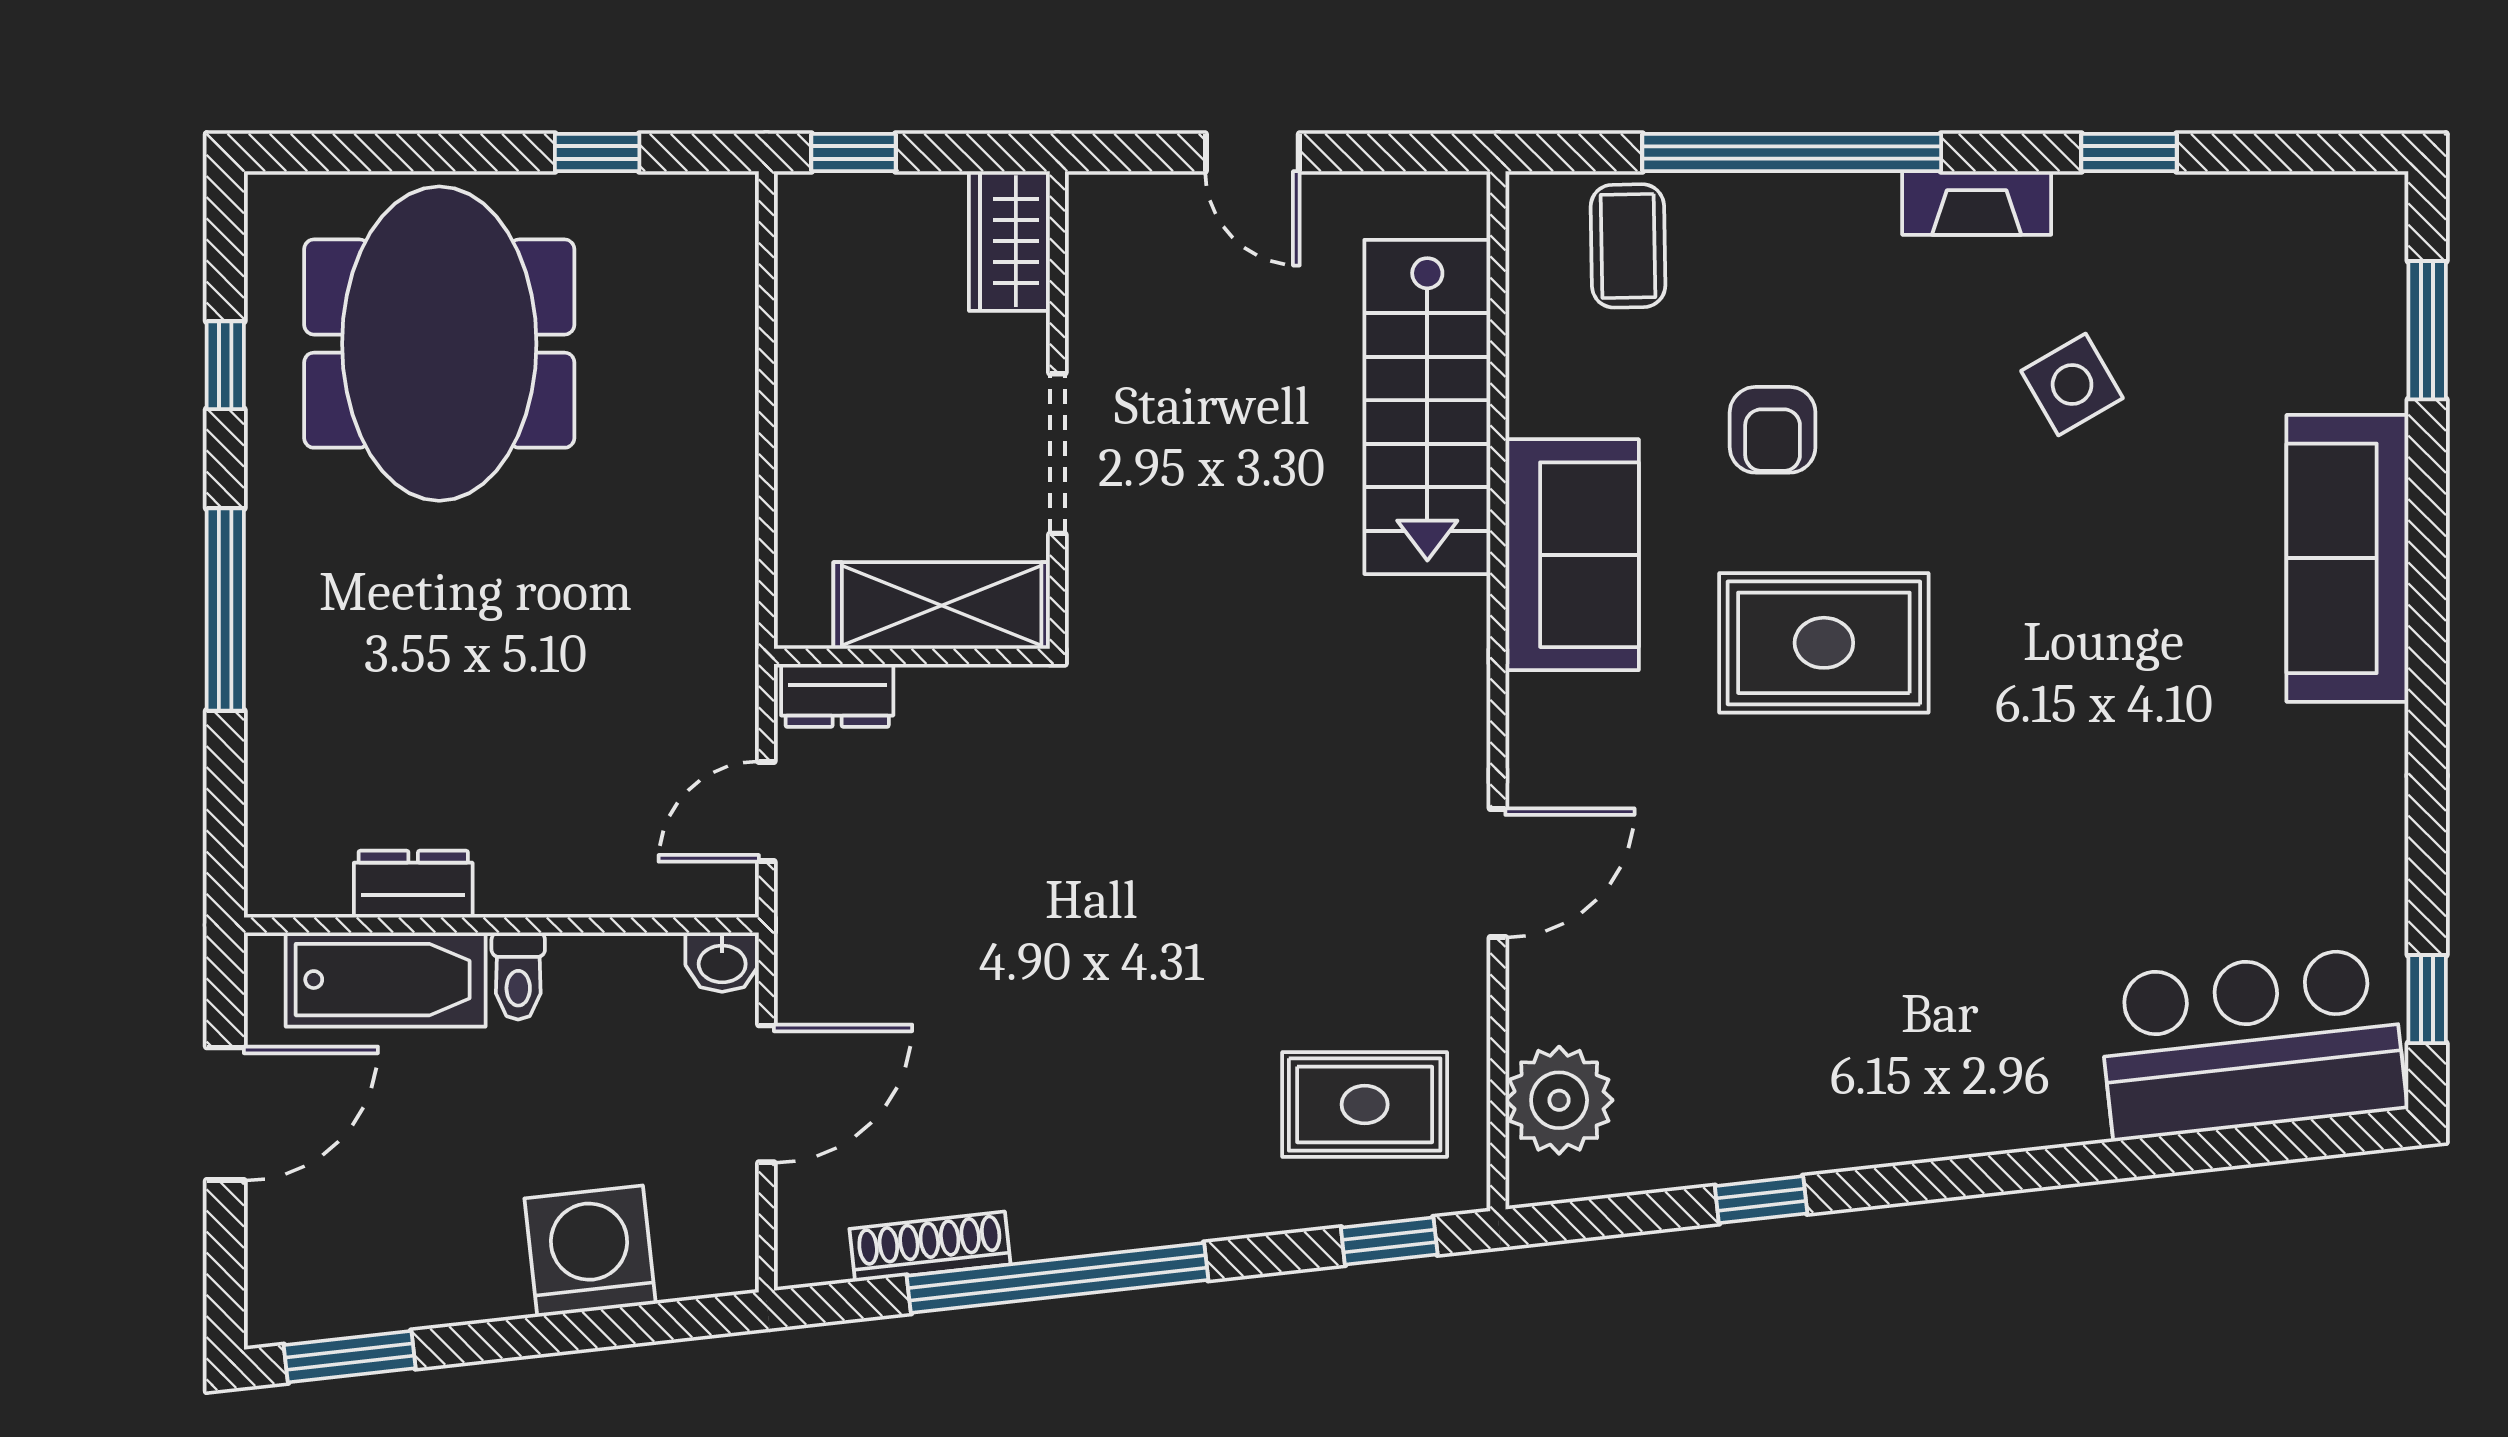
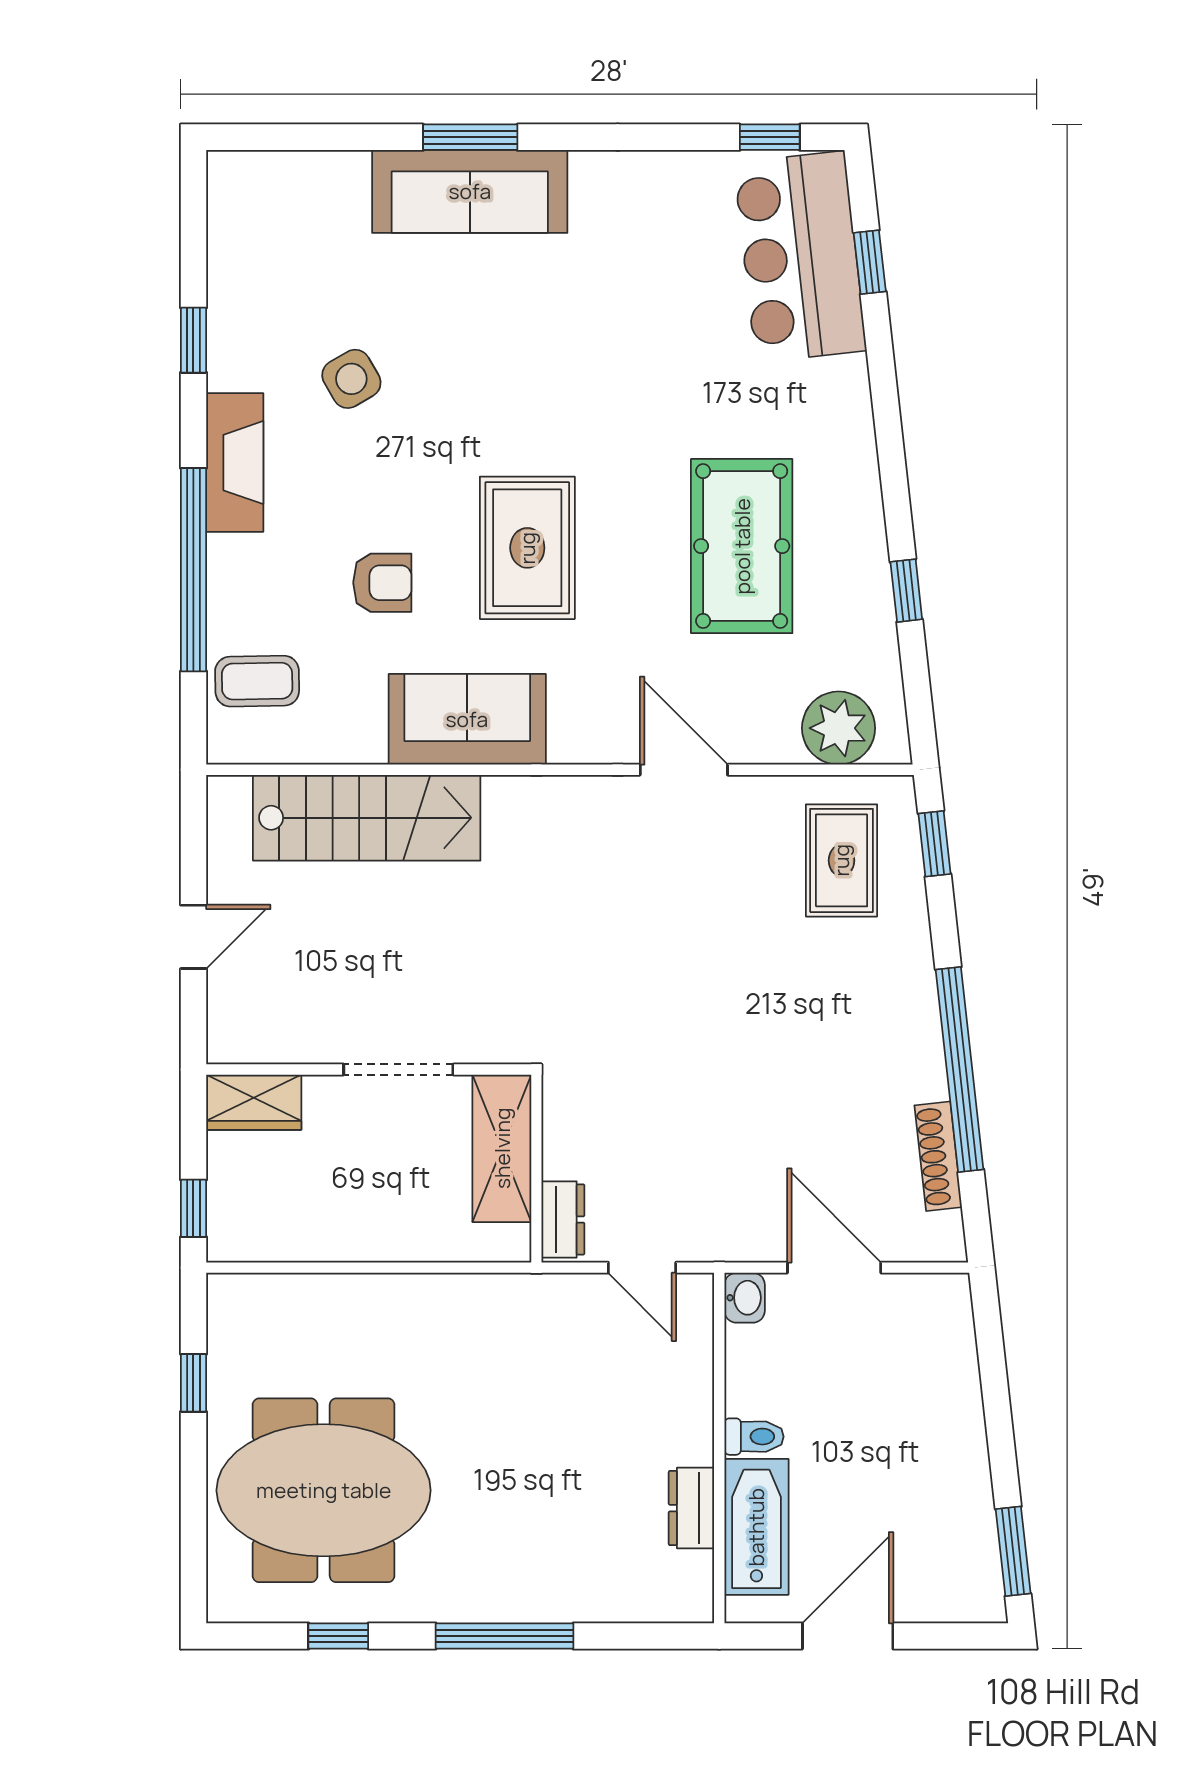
fireplace: (1977, 203) -> (235, 463), width x1.37, depth x1.32
window: (2427, 330) -> (470, 137), moved
pool table: (1827, 958) -> (742, 546), added
door: (225, 1114) -> (848, 1636), hinge flipped
window: (2244, 1146) -> (870, 262), added
washing machine: (590, 1251) -> (941, 1388), removed

